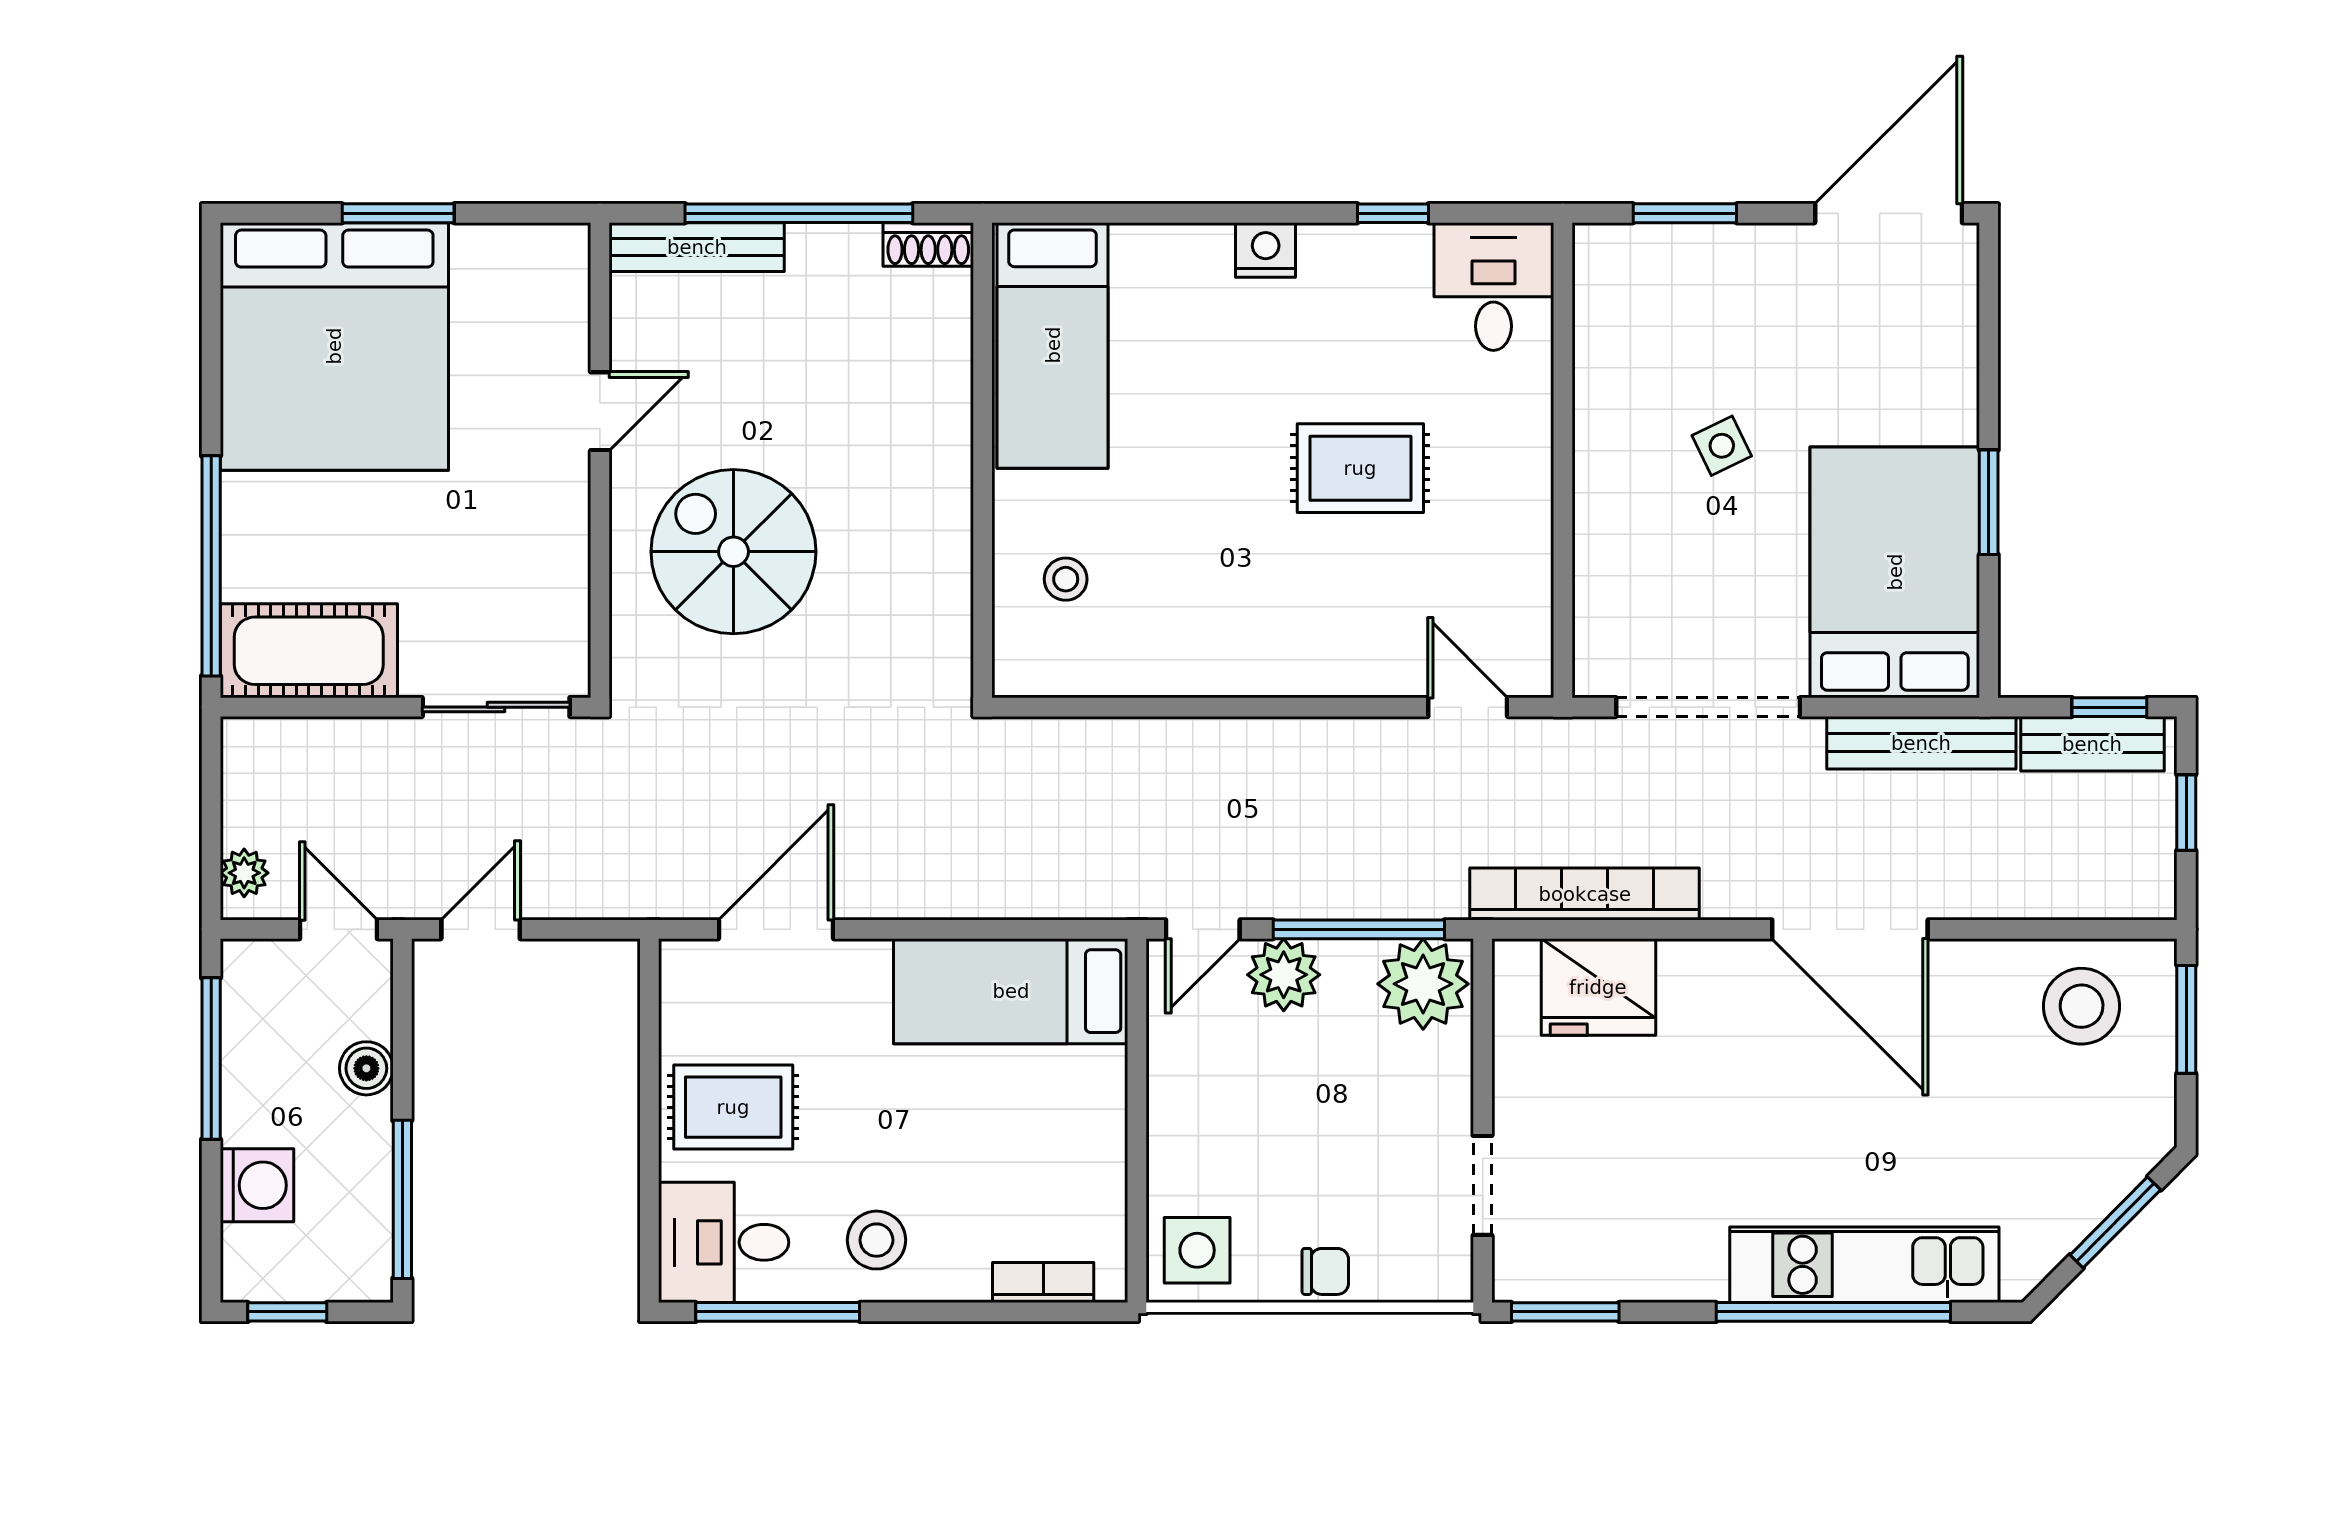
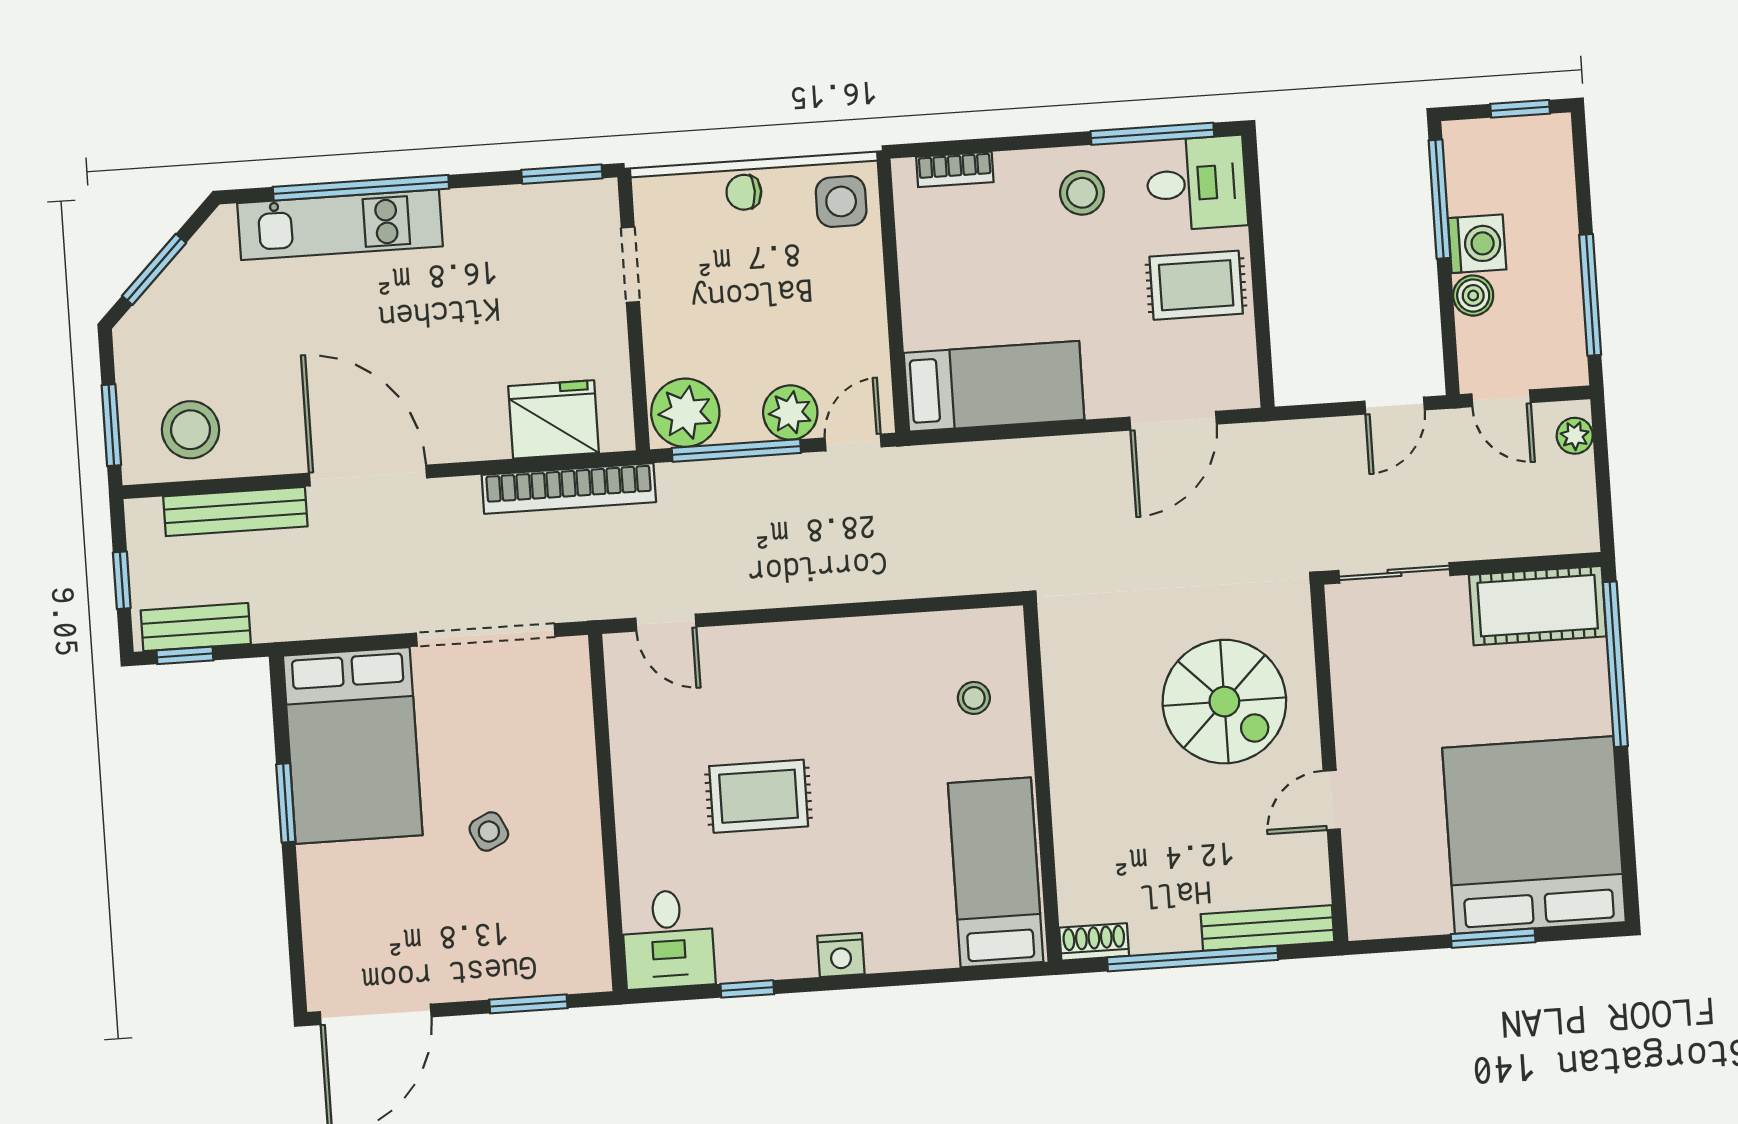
bench: (1921, 743) -> (235, 511), moved
washing machine: (257, 1185) -> (1477, 244), moved, turned 180

